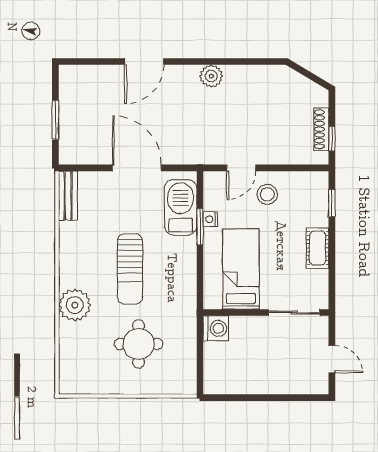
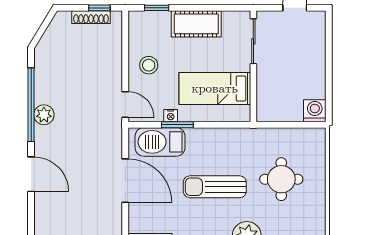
window: (223, 62) -> (31, 105), added
door: (137, 168) -> (125, 181), swing flipped
door: (241, 168) -> (125, 104), moved
cot: (318, 248) -> (196, 24), width x1.37, depth x1.34
sun lounger: (130, 269) -> (215, 187), turned 180
washing machine: (216, 328) -> (315, 111), moved

